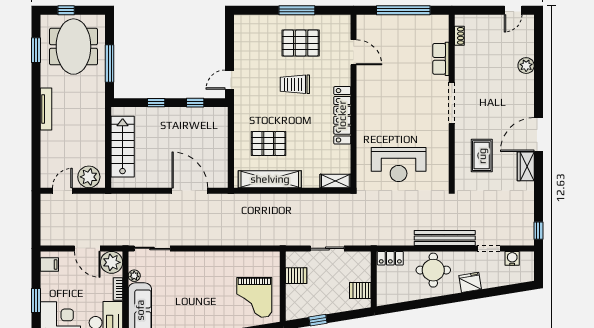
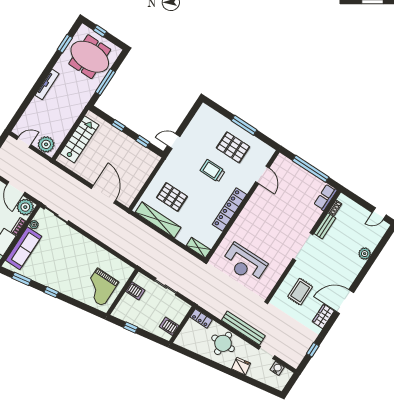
meeting table: (73, 47) -> (90, 57), turned 90
row of seats: (441, 59) -> (325, 197), moved
bench: (461, 64) -> (325, 226), added
window: (538, 231) -> (313, 350), moved

